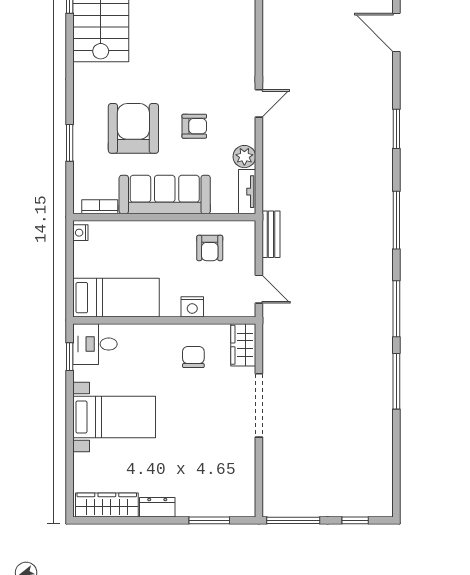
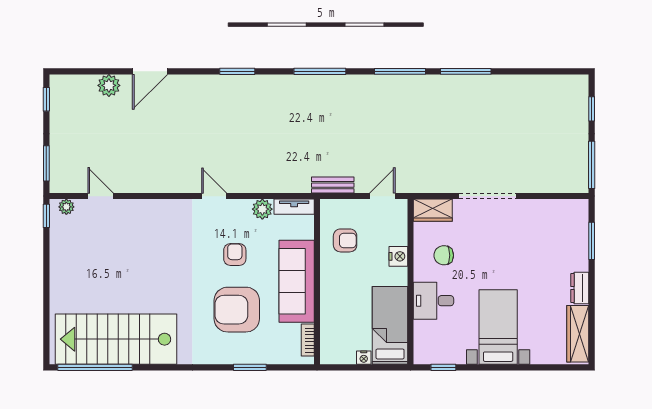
nightstand: (80, 233) -> (364, 358), moved
desk: (95, 344) -> (433, 301), moved, turned 90

